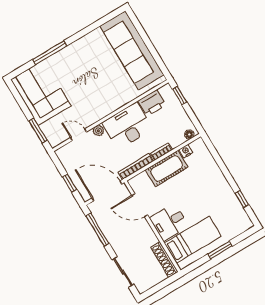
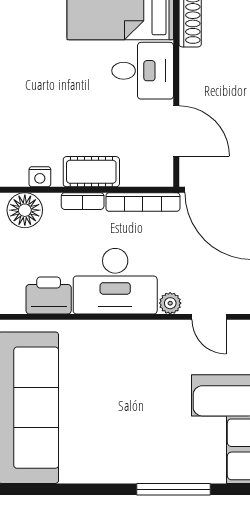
floor lamp: (189, 134) -> (25, 210), width x1.89, depth x1.89
cot: (167, 168) -> (91, 172), width x0.73, depth x0.75

